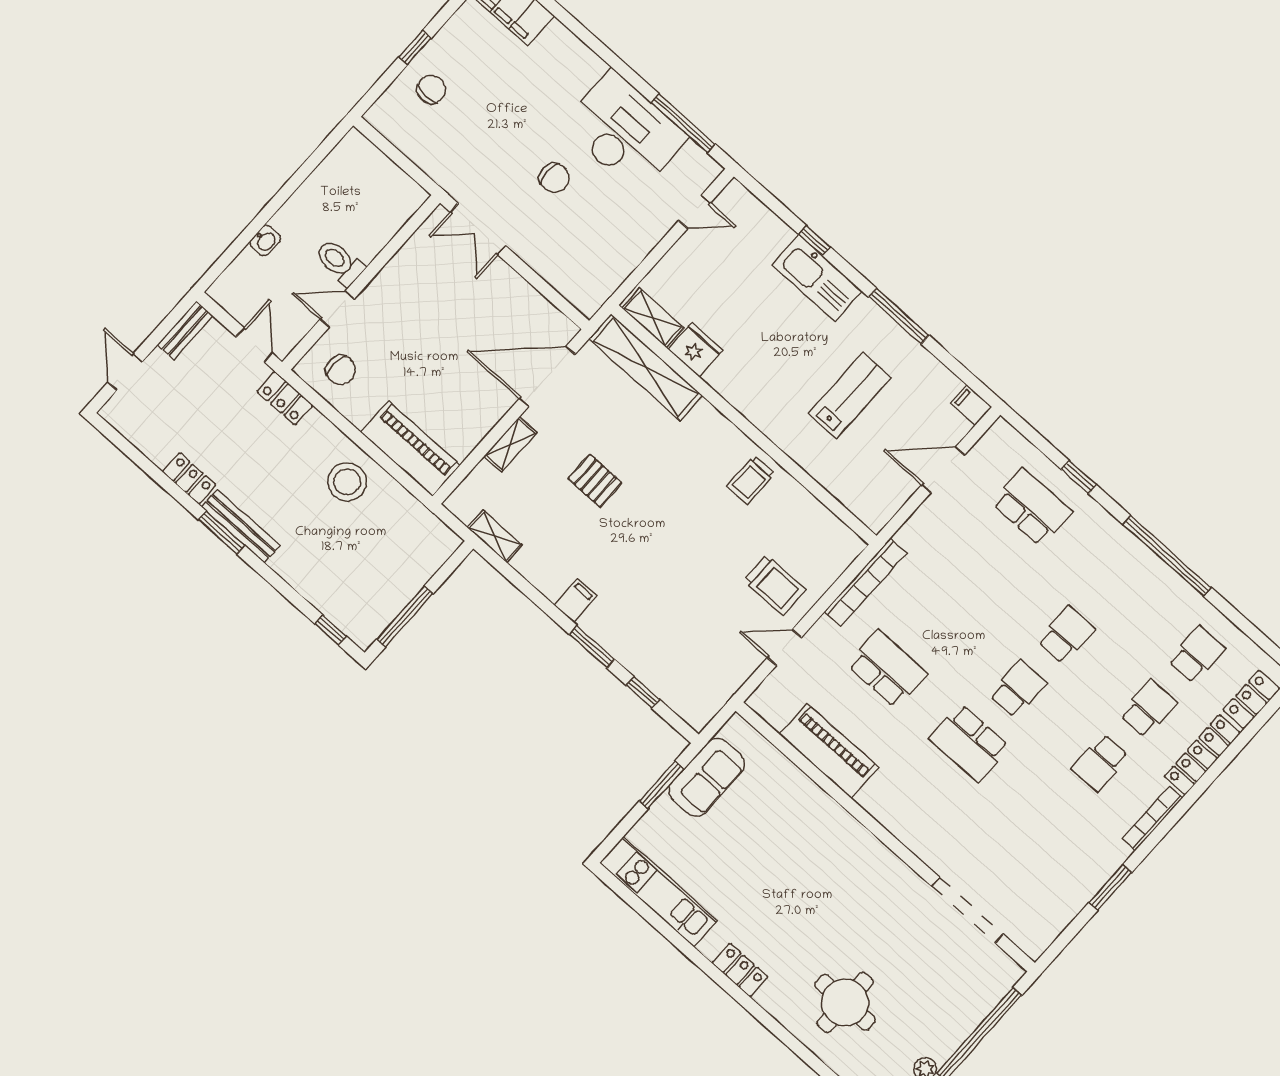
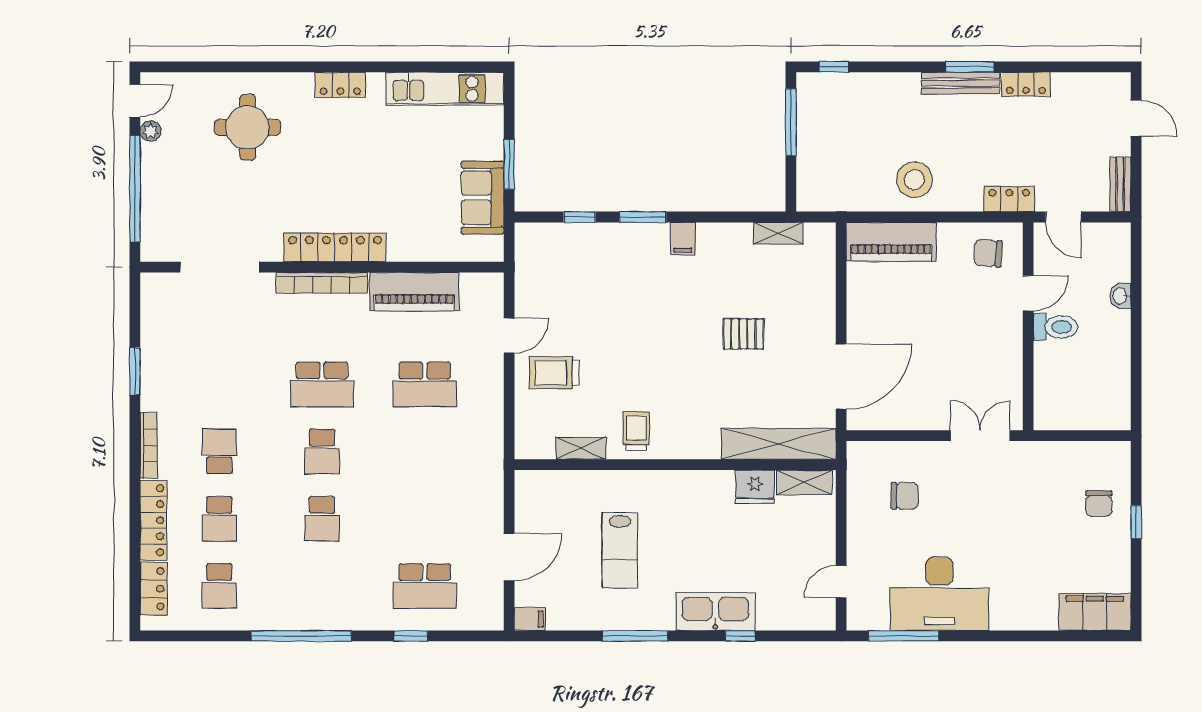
chair: (554, 178) -> (905, 496), moved, turned 180
shelving: (510, 444) -> (581, 448), moved, turned 90
bookcase: (865, 582) -> (322, 283), moved, turned -90
school desk: (969, 743) -> (322, 384), turned 180
locker: (861, 843) -> (335, 247), added

